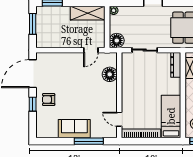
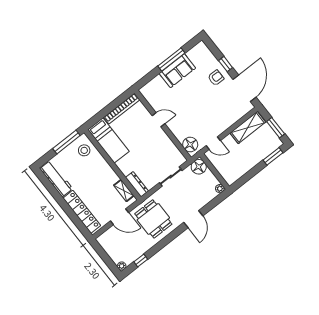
shelving: (88, 13) -> (248, 128), moved
door: (91, 50) -> (213, 143), swing flipped
floor lamp: (110, 74) -> (190, 145), moved
door: (119, 119) -> (158, 120), moved
window: (89, 141) -> (171, 59), moved

